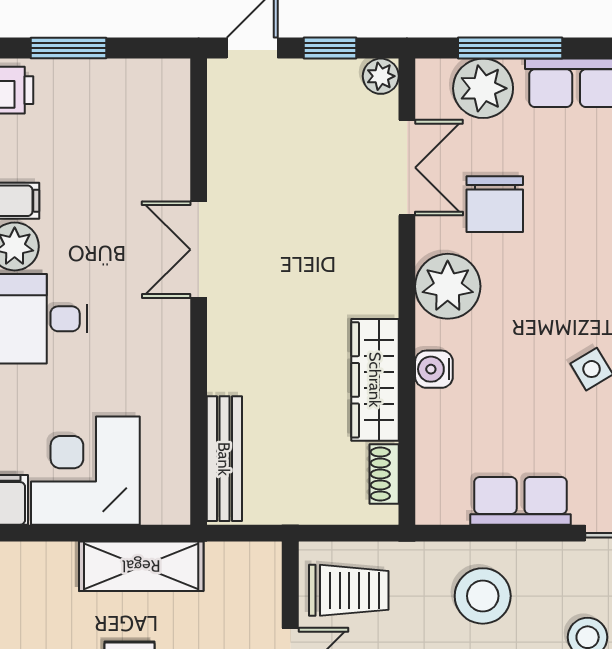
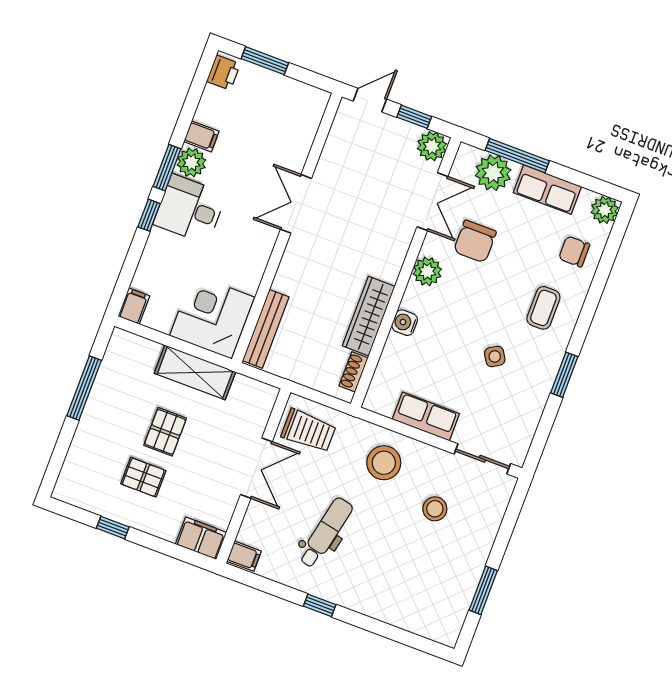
plant: (381, 76) -> (432, 146), width x1.38, depth x1.38
plant: (448, 286) -> (427, 271), width x0.73, depth x0.73
corner desk: (85, 471) -> (212, 316), moved

